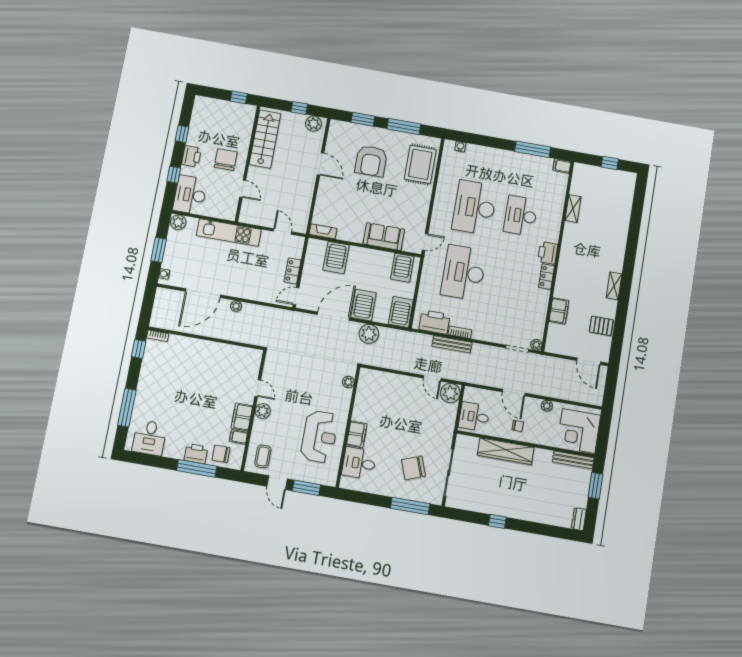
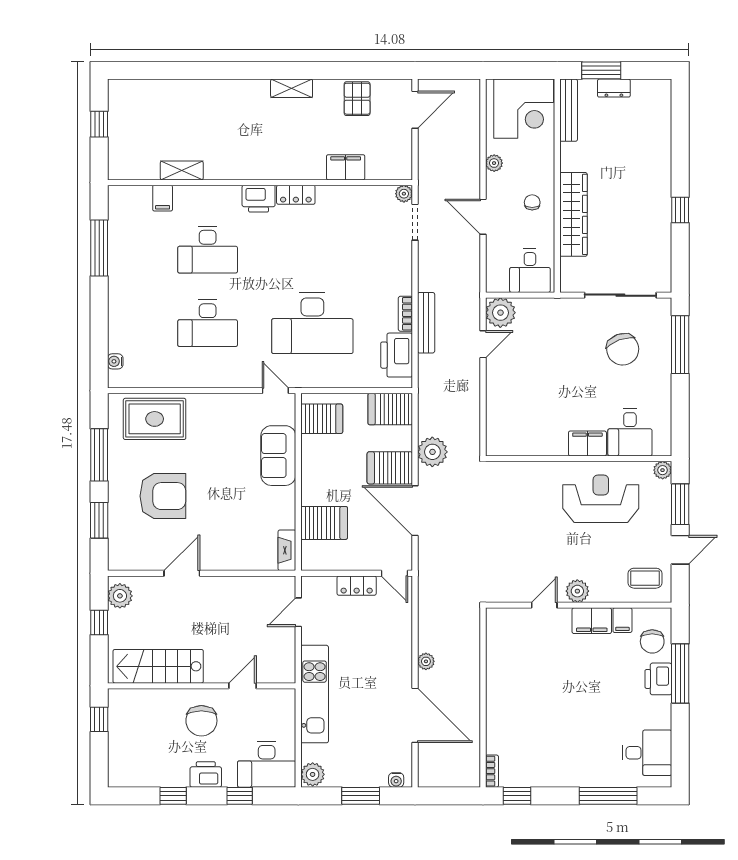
chair: (226, 160) -> (201, 721), turned -90
filing cabinet: (562, 166) -> (163, 198), moved
desk: (475, 208) -> (208, 323), width x0.73, depth x0.77
plant: (348, 382) -> (663, 470), moved
door: (514, 393) -> (483, 217), swing flipped
dresser: (579, 519) -> (614, 88), moved

